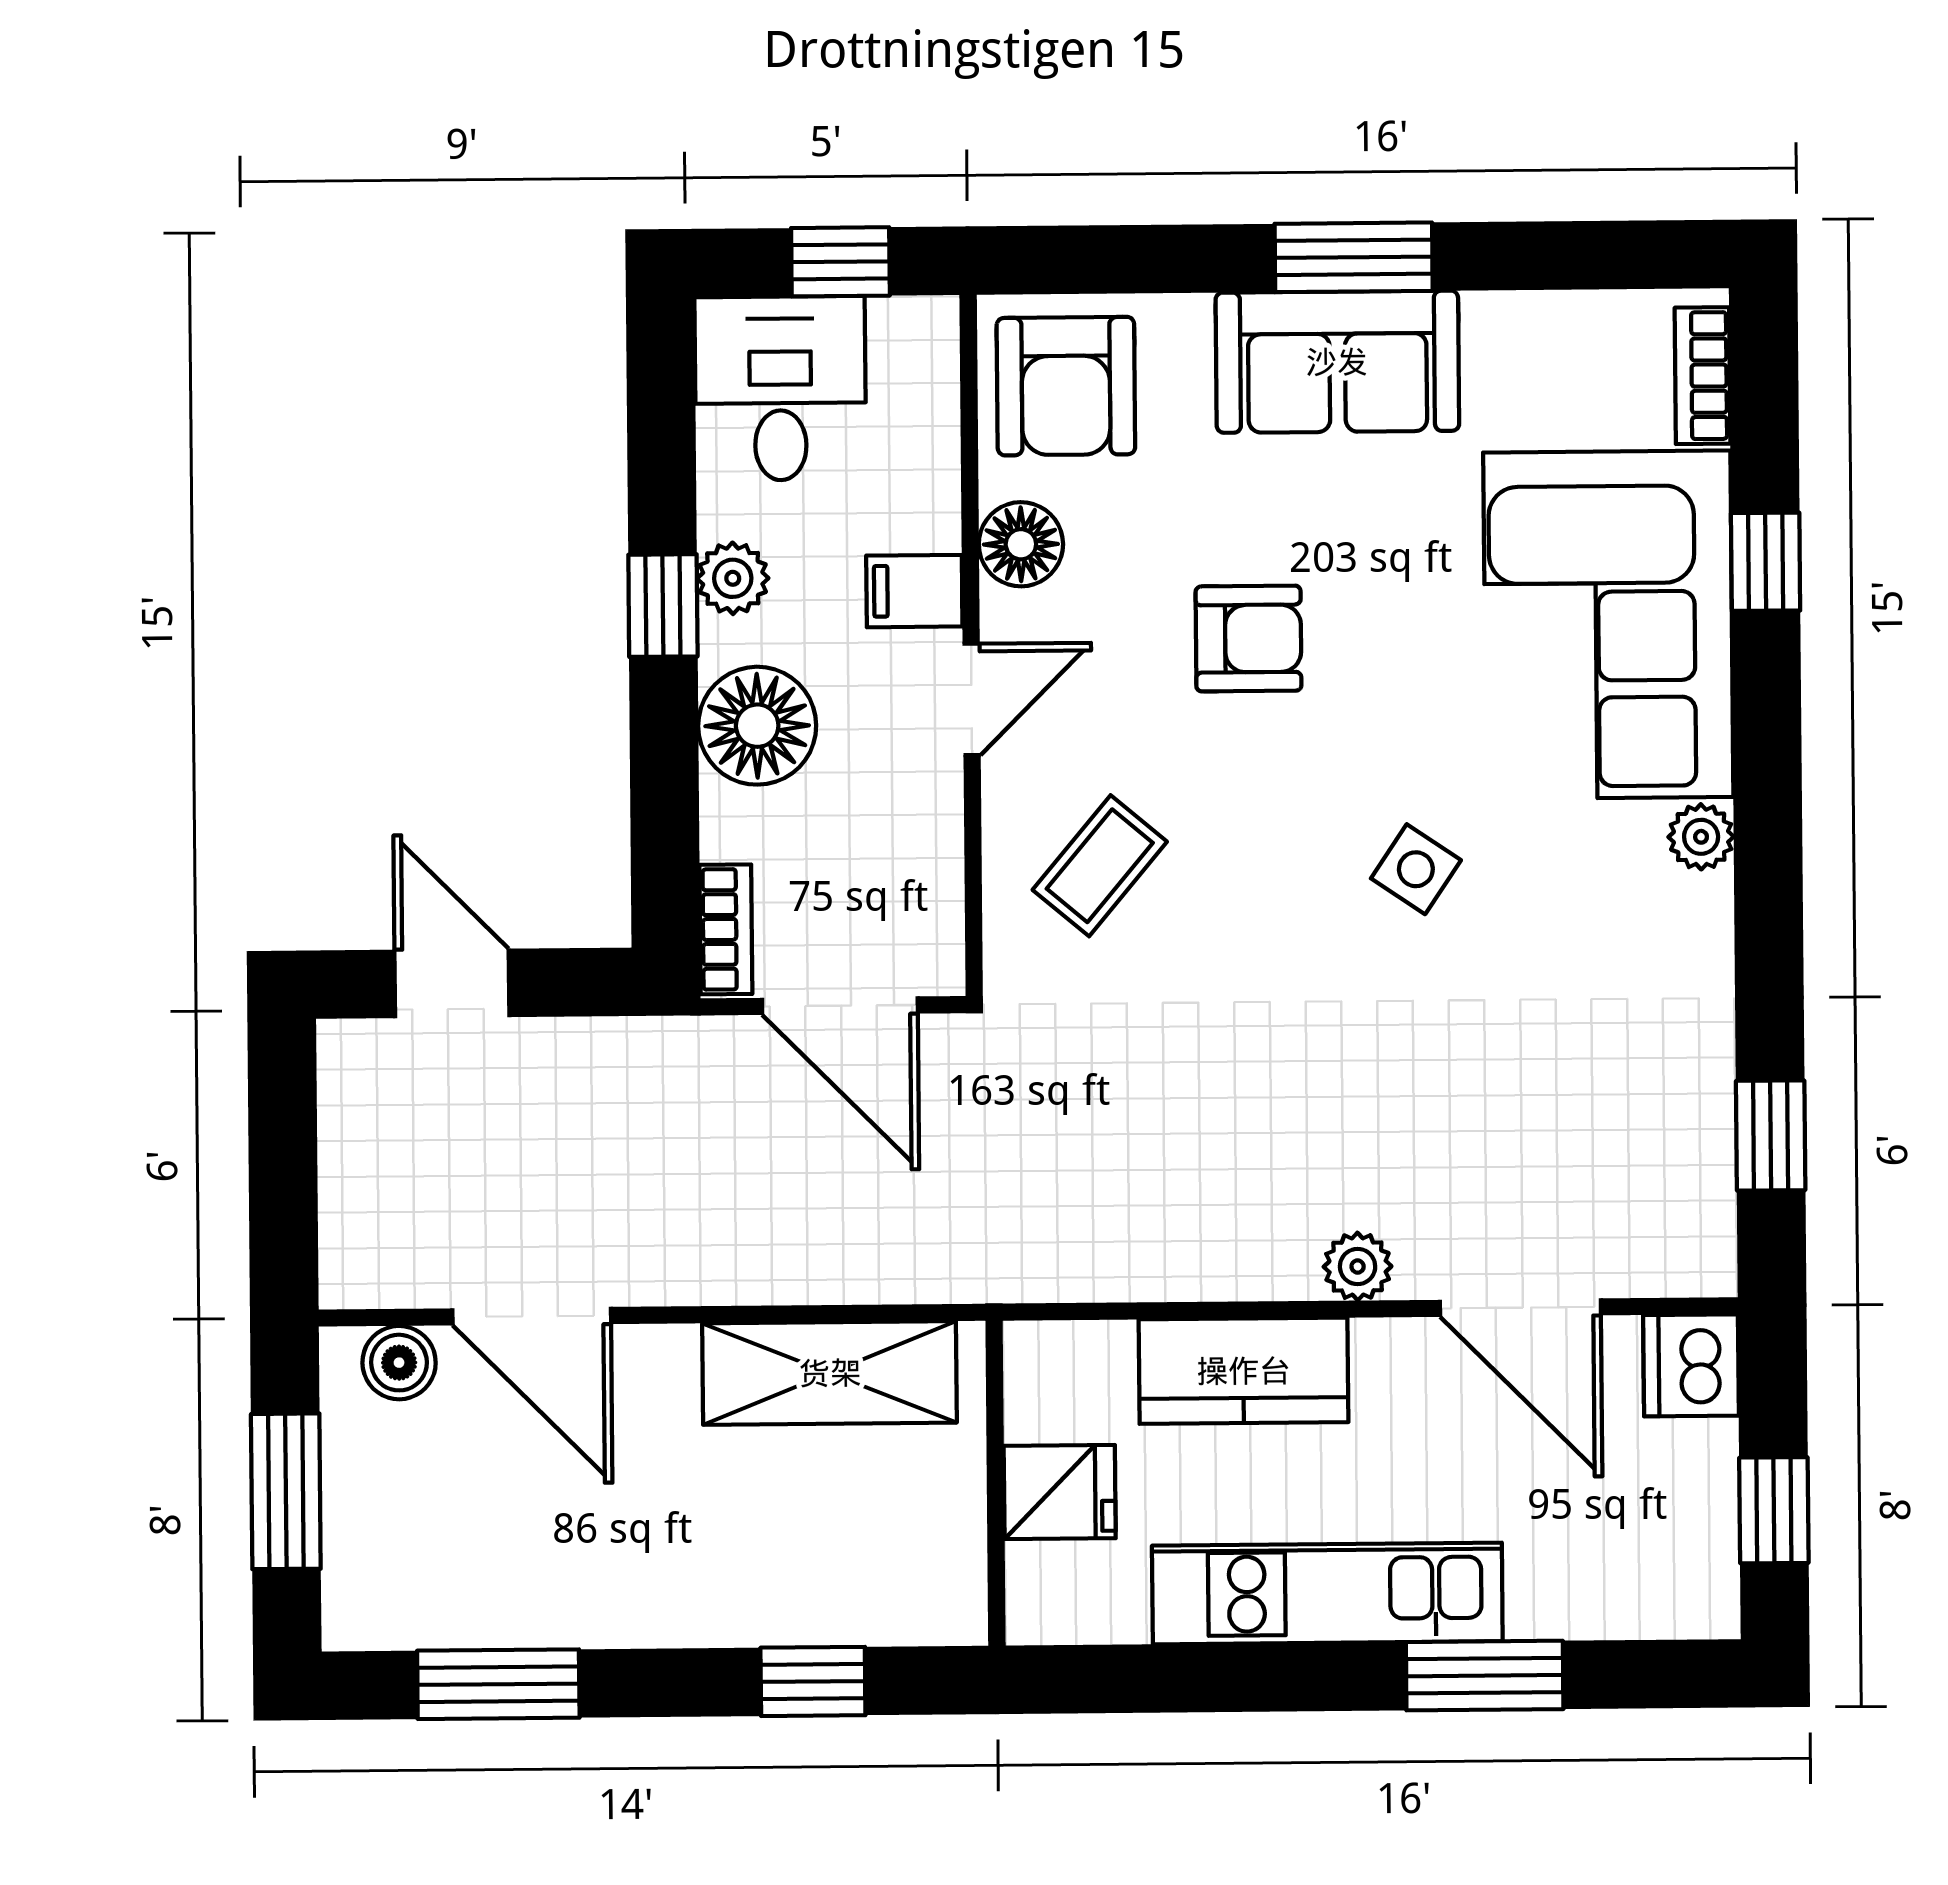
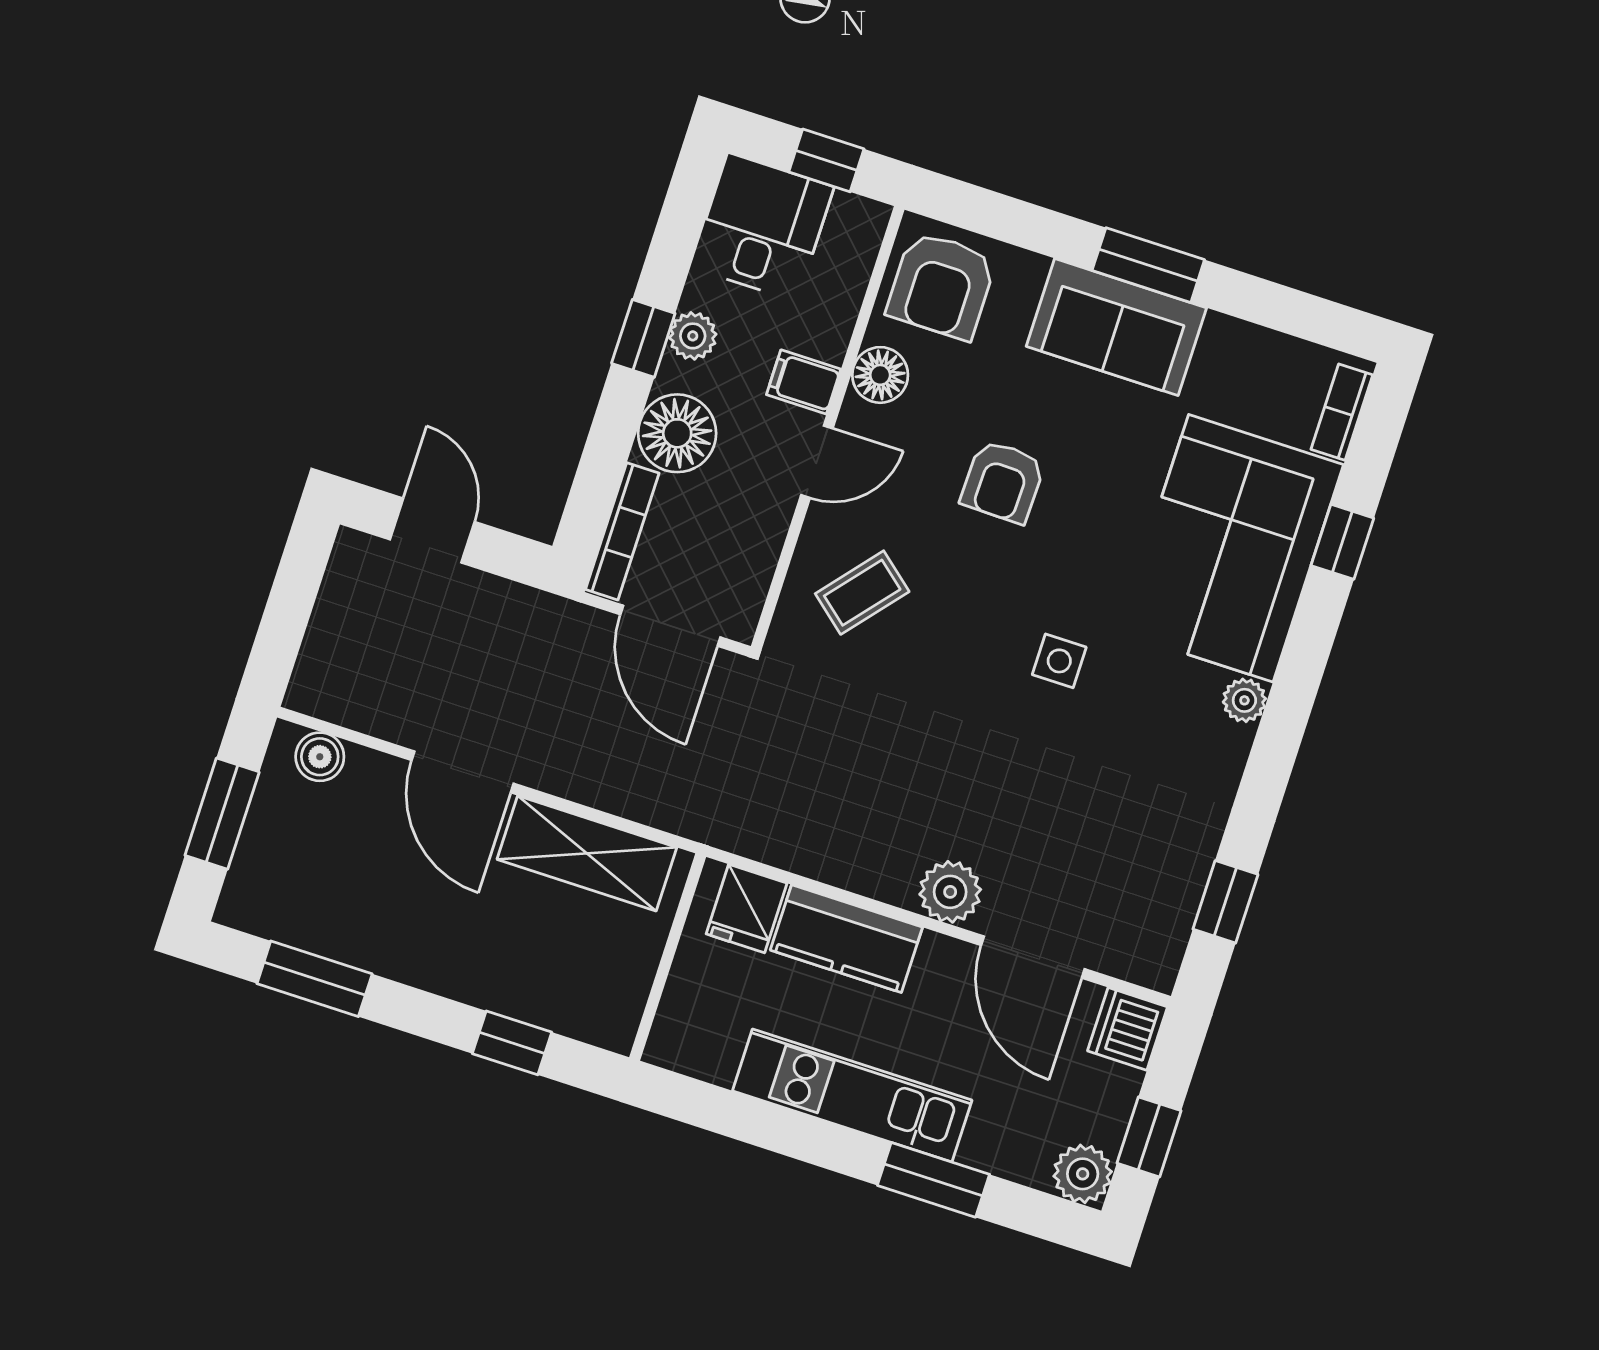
armchair: (1248, 639) -> (1003, 482), turned 91
side table: (1416, 869) -> (1059, 661), turned -34
bookcase: (726, 929) -> (622, 531), width x1.56
plant: (1358, 1267) -> (950, 892), width x1.38, depth x1.38
door: (532, 1316) -> (463, 772), moved
fridge: (1060, 1492) -> (747, 909), moved, turned 90
plant: (1696, 1595) -> (1083, 1174), added

